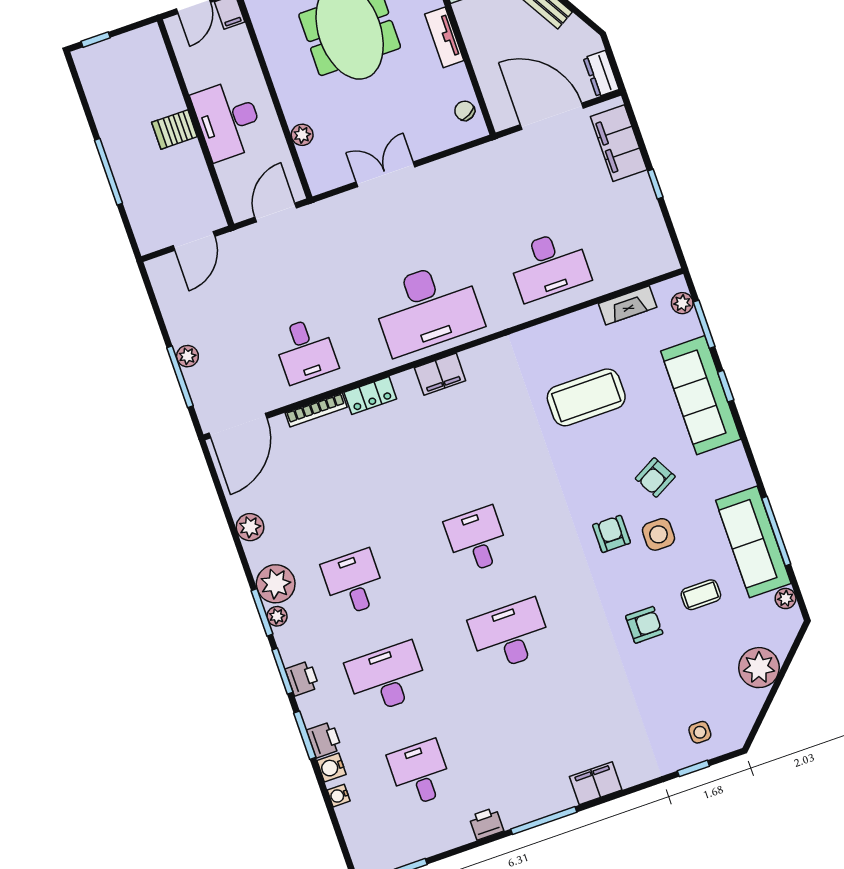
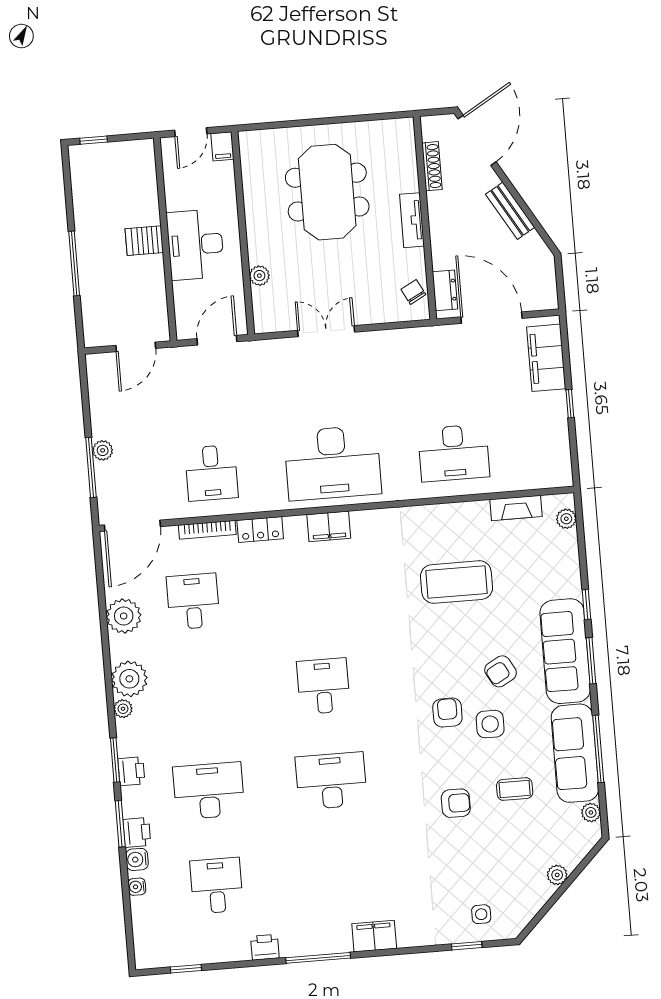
dresser: (601, 74) -> (445, 290), moved, turned 180
window: (704, 324) -> (591, 661), moved
sofa: (701, 395) -> (565, 651), moved
plant: (250, 527) -> (124, 616), width x1.36, depth x1.36
desk: (354, 583) -> (193, 601), moved
window: (262, 612) -> (110, 702), removed
plant: (759, 668) -> (557, 875), width x0.53, depth x0.53

